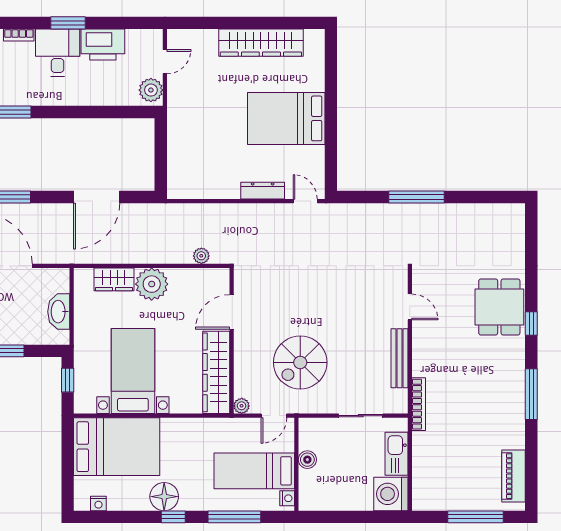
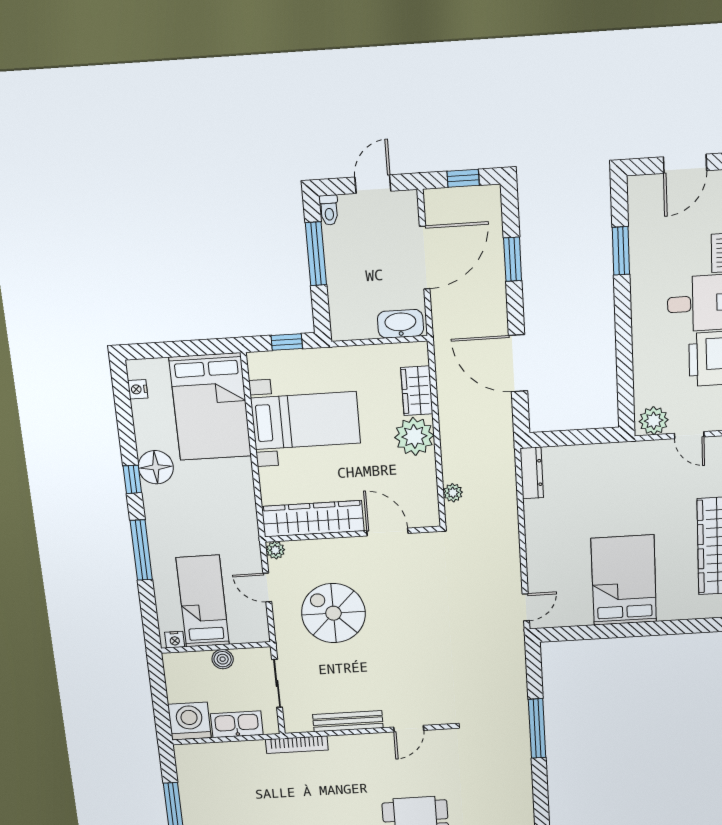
dresser: (263, 191) -> (532, 473), moved
washbasin: (59, 312) -> (400, 324), moved
boiler: (307, 460) -> (223, 659), moved
wall: (296, 464) -> (216, 647), moved
bed: (254, 471) -> (203, 601), moved
nightstand: (287, 498) -> (175, 640), moved

